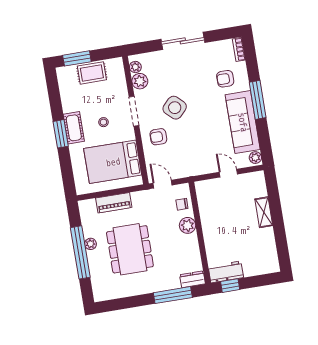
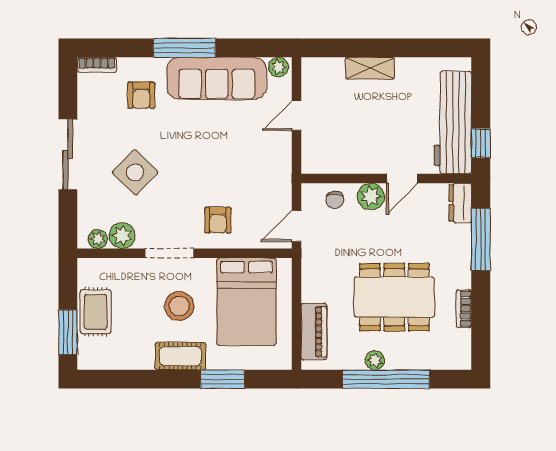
side table: (175, 108) -> (135, 172), moved
stool: (103, 122) -> (179, 306), width x1.89, depth x1.89
window: (61, 134) -> (223, 379), moved
piano: (114, 203) -> (314, 332), moved
door: (201, 242) -> (402, 179), added
workbench: (226, 272) -> (453, 123), width x1.88, depth x1.32
bookcase: (130, 292) -> (464, 309), added

